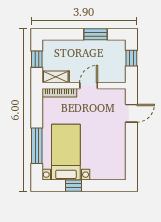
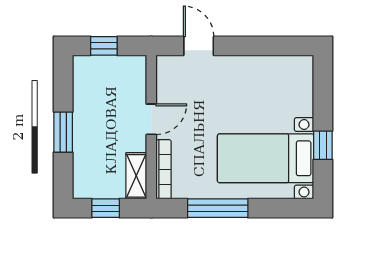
window: (95, 34) -> (63, 132), moved
door: (89, 86) -> (151, 119), swing flipped
window: (37, 146) -> (218, 208), moved

